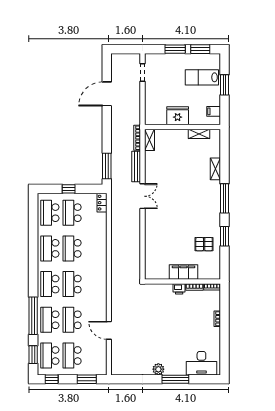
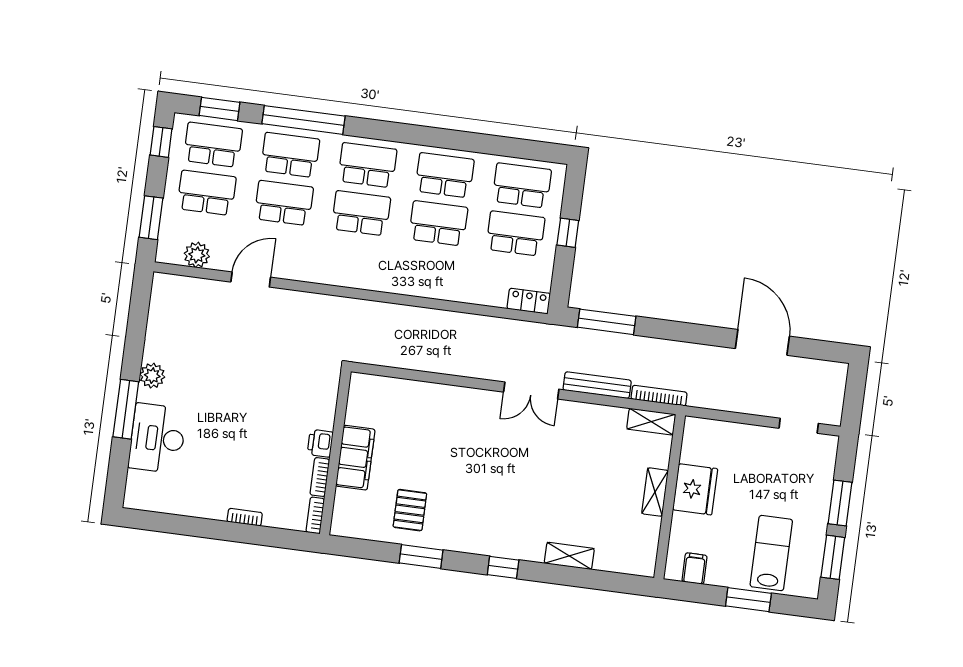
shelving: (199, 134) -> (655, 492), moved
window: (225, 198) -> (503, 567), width x0.46
plant: (101, 356) -> (197, 255), added
desk: (201, 363) -> (157, 438), moved

